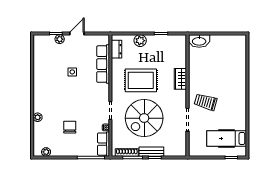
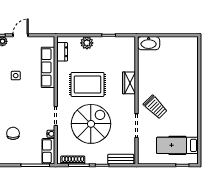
trolley: (206, 102) -> (155, 107), turned -151
spiral stairs: (144, 118) -> (91, 124), turned 180
bench: (151, 152) -> (121, 159), moved

